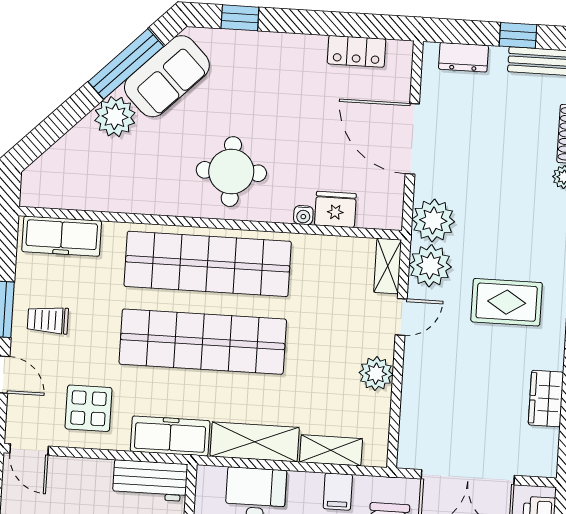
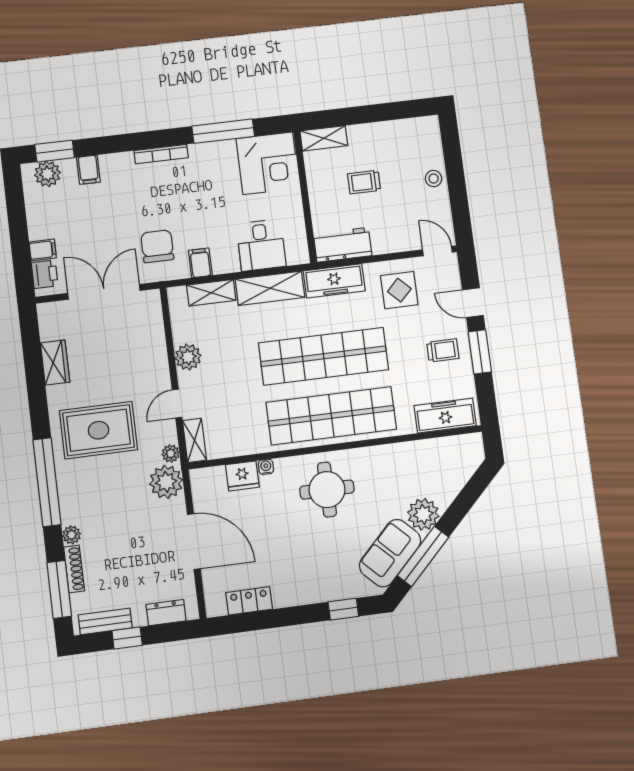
plant: (430, 266) -> (171, 454), width x0.53, depth x0.53
rug: (507, 302) -> (99, 430), width x1.36, depth x1.43

